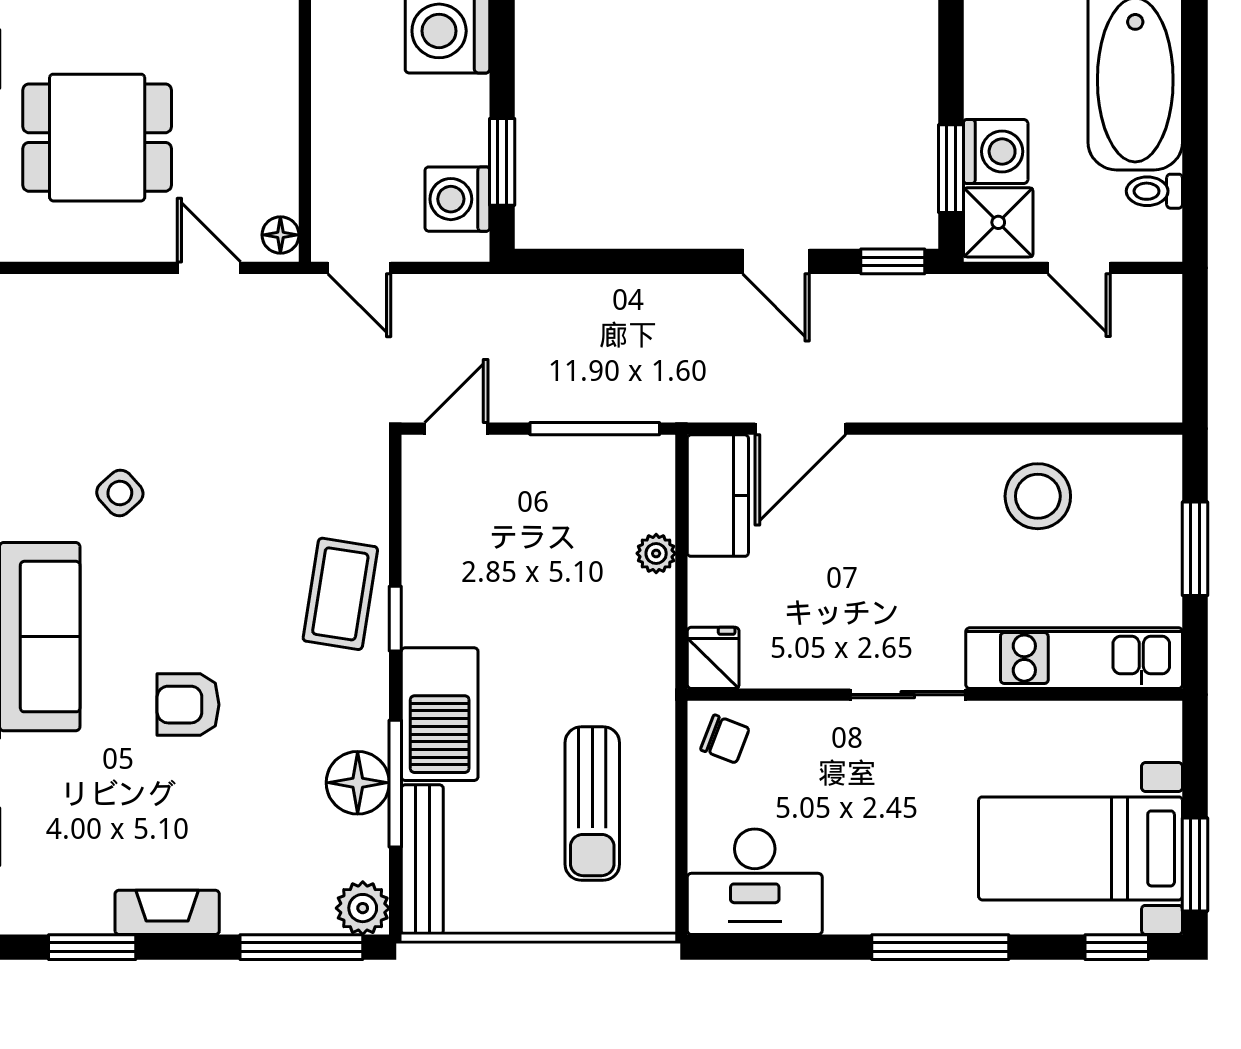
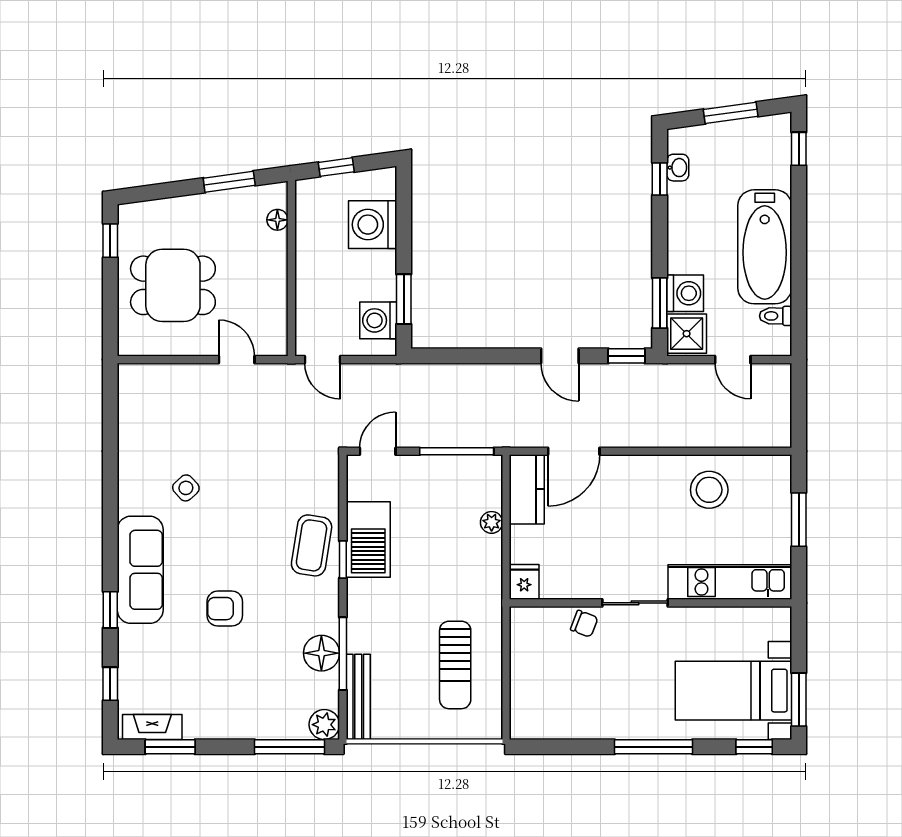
floor lamp: (280, 235) -> (277, 220), moved
barbecue: (440, 714) -> (368, 540), moved
chair: (725, 739) -> (584, 624), moved
desk: (755, 882) -> (548, 709), removed
fireplace: (167, 912) -> (152, 727), moved

